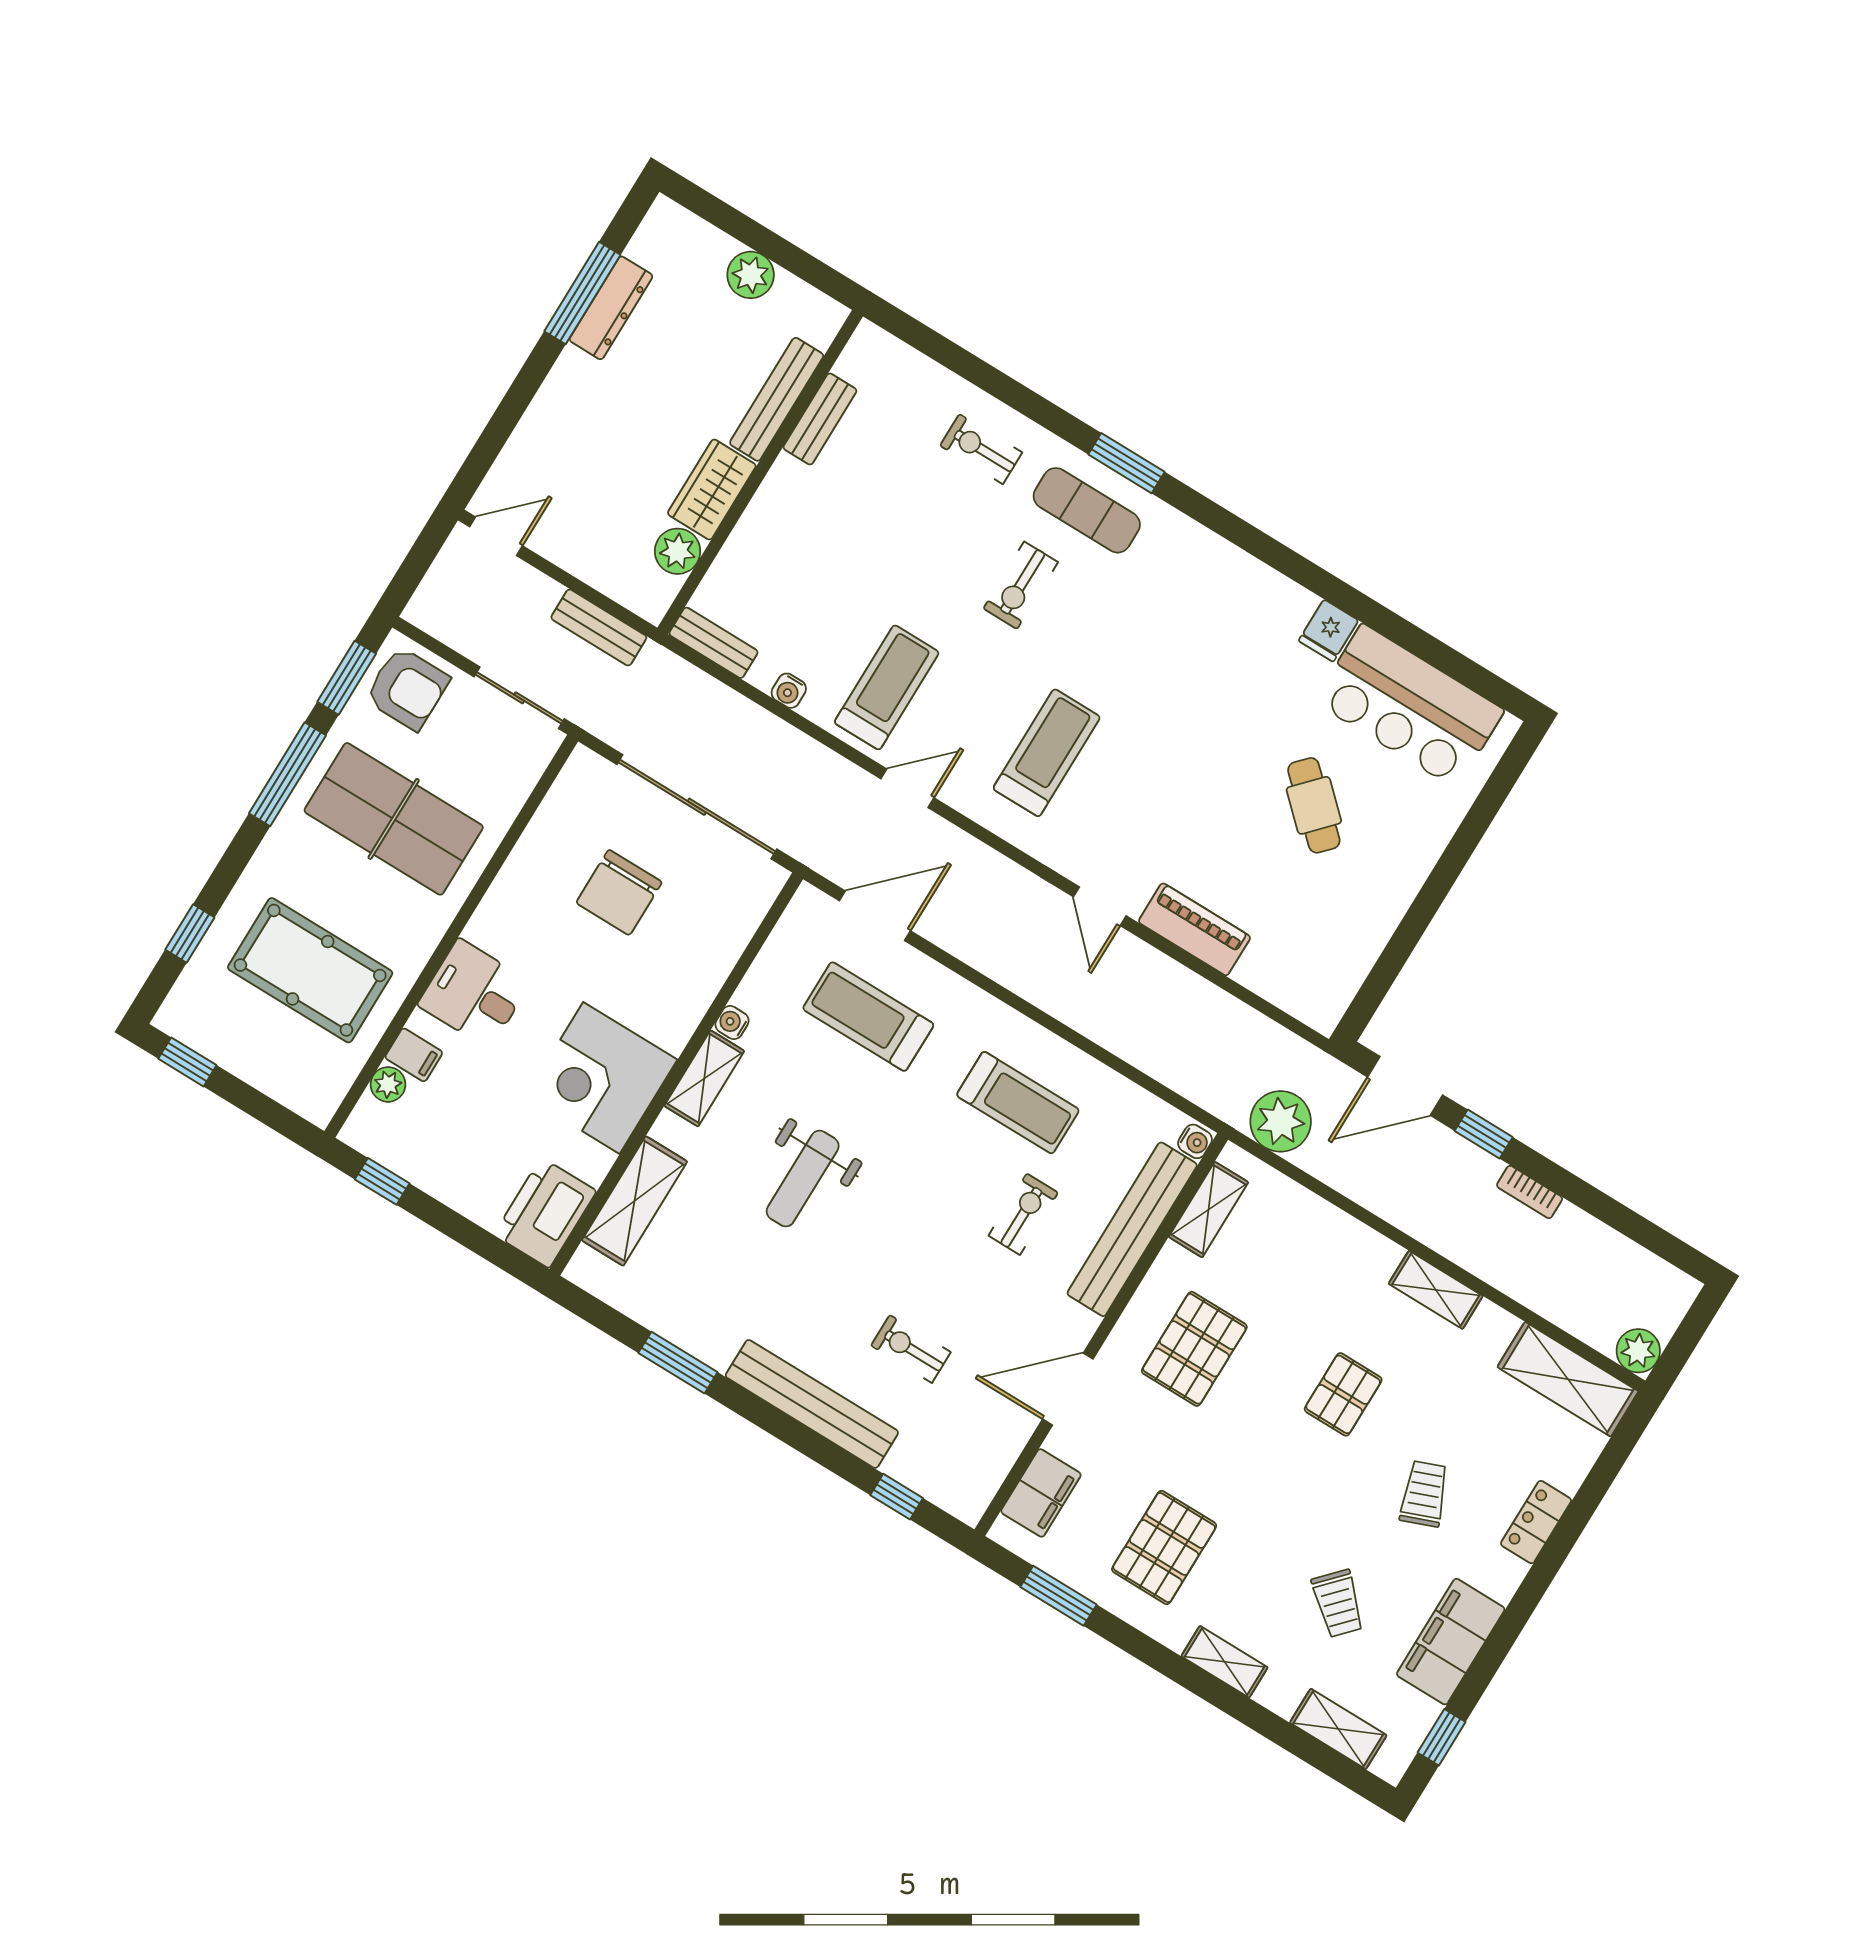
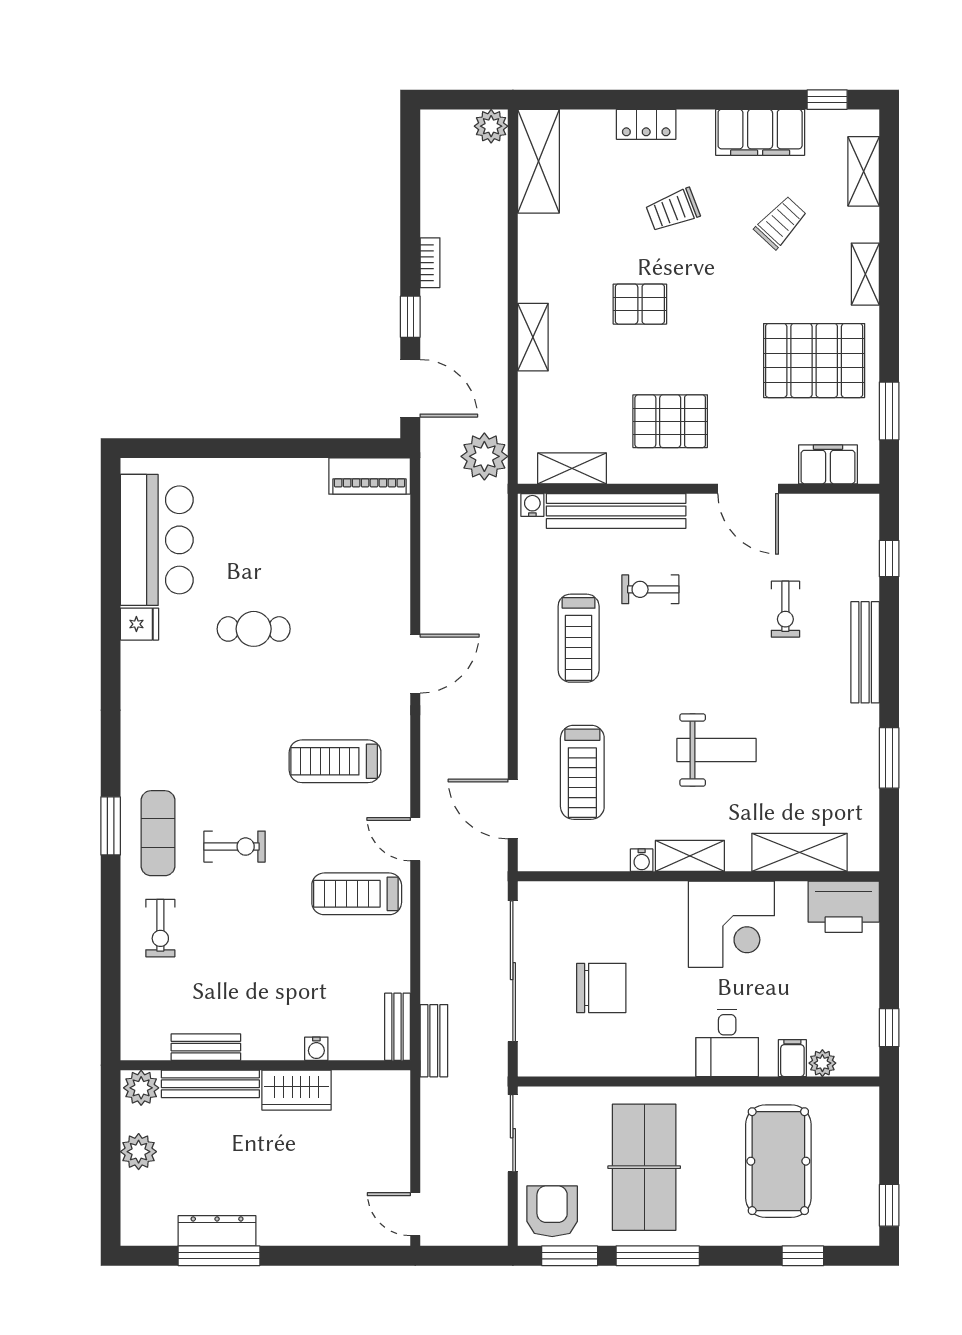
plant: (678, 551) -> (141, 1088), moved
bench: (599, 627) -> (434, 1041), moved
water cooler: (789, 691) -> (316, 1049), moved, turned 90
cafe table: (1314, 805) -> (254, 629), moved, turned 47
door: (1100, 906) -> (415, 664), width x1.38
piano: (1194, 929) -> (370, 476), moved, turned -90
treadmill: (1018, 1103) -> (579, 638), turned 180
shelving: (1436, 1290) -> (533, 337), moved
bench: (812, 1404) -> (865, 652), width x0.73, depth x0.82
pallet: (1164, 1547) -> (814, 361), width x1.37, depth x1.41

